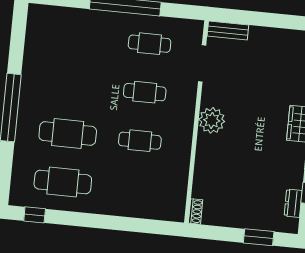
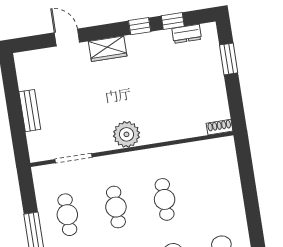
bench: (228, 31) -> (30, 111), moved

